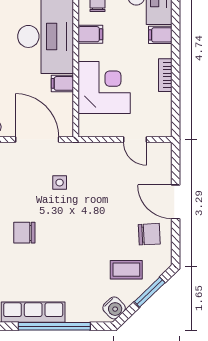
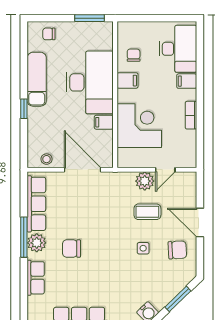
door: (135, 140) -> (165, 170), hinge flipped
plant: (111, 153) -> (145, 181), added
side table: (60, 183) -> (143, 248), moved
coffee table: (126, 270) -> (147, 212), moved

